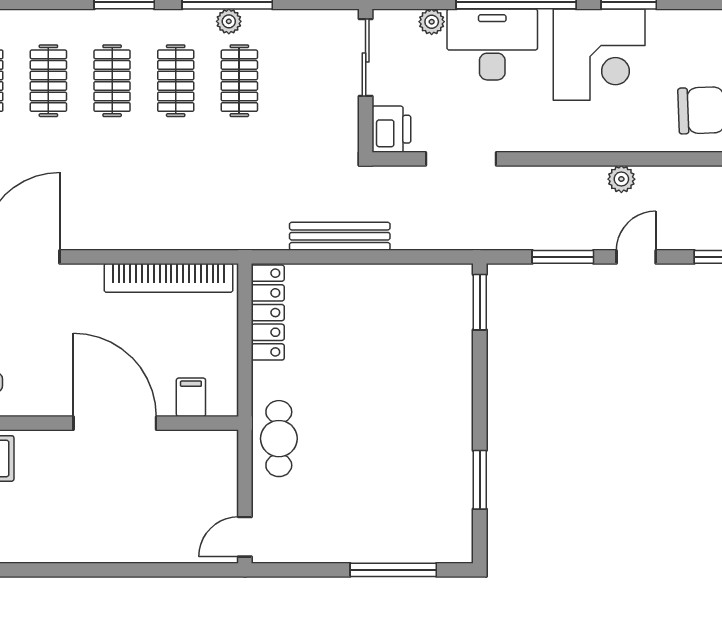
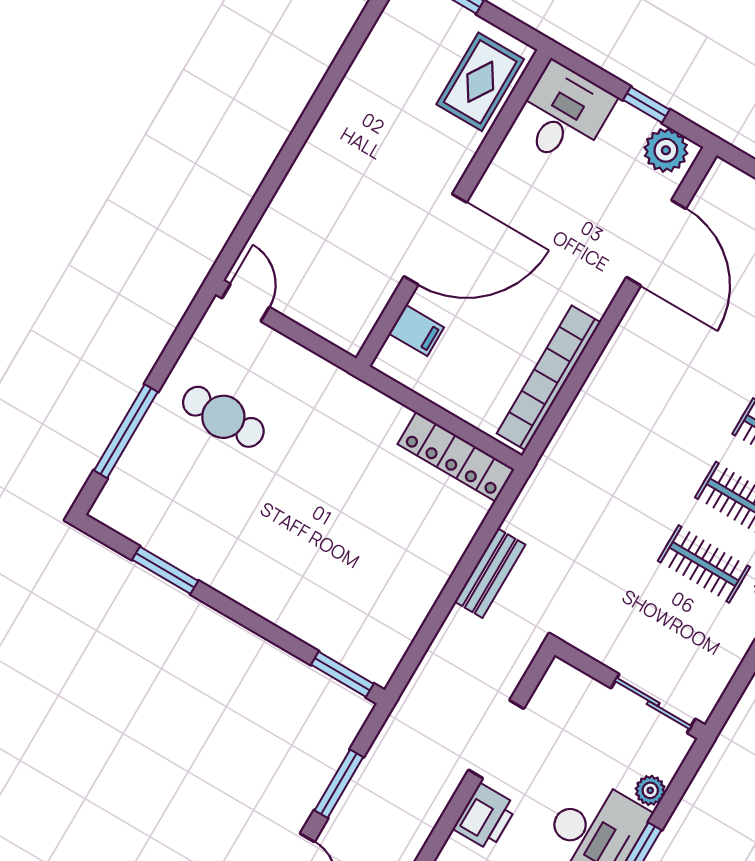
printer: (391, 129) -> (485, 817), moved, turned -90
bench: (340, 236) -> (490, 573), width x0.73
cafe table: (279, 439) -> (223, 417), moved

